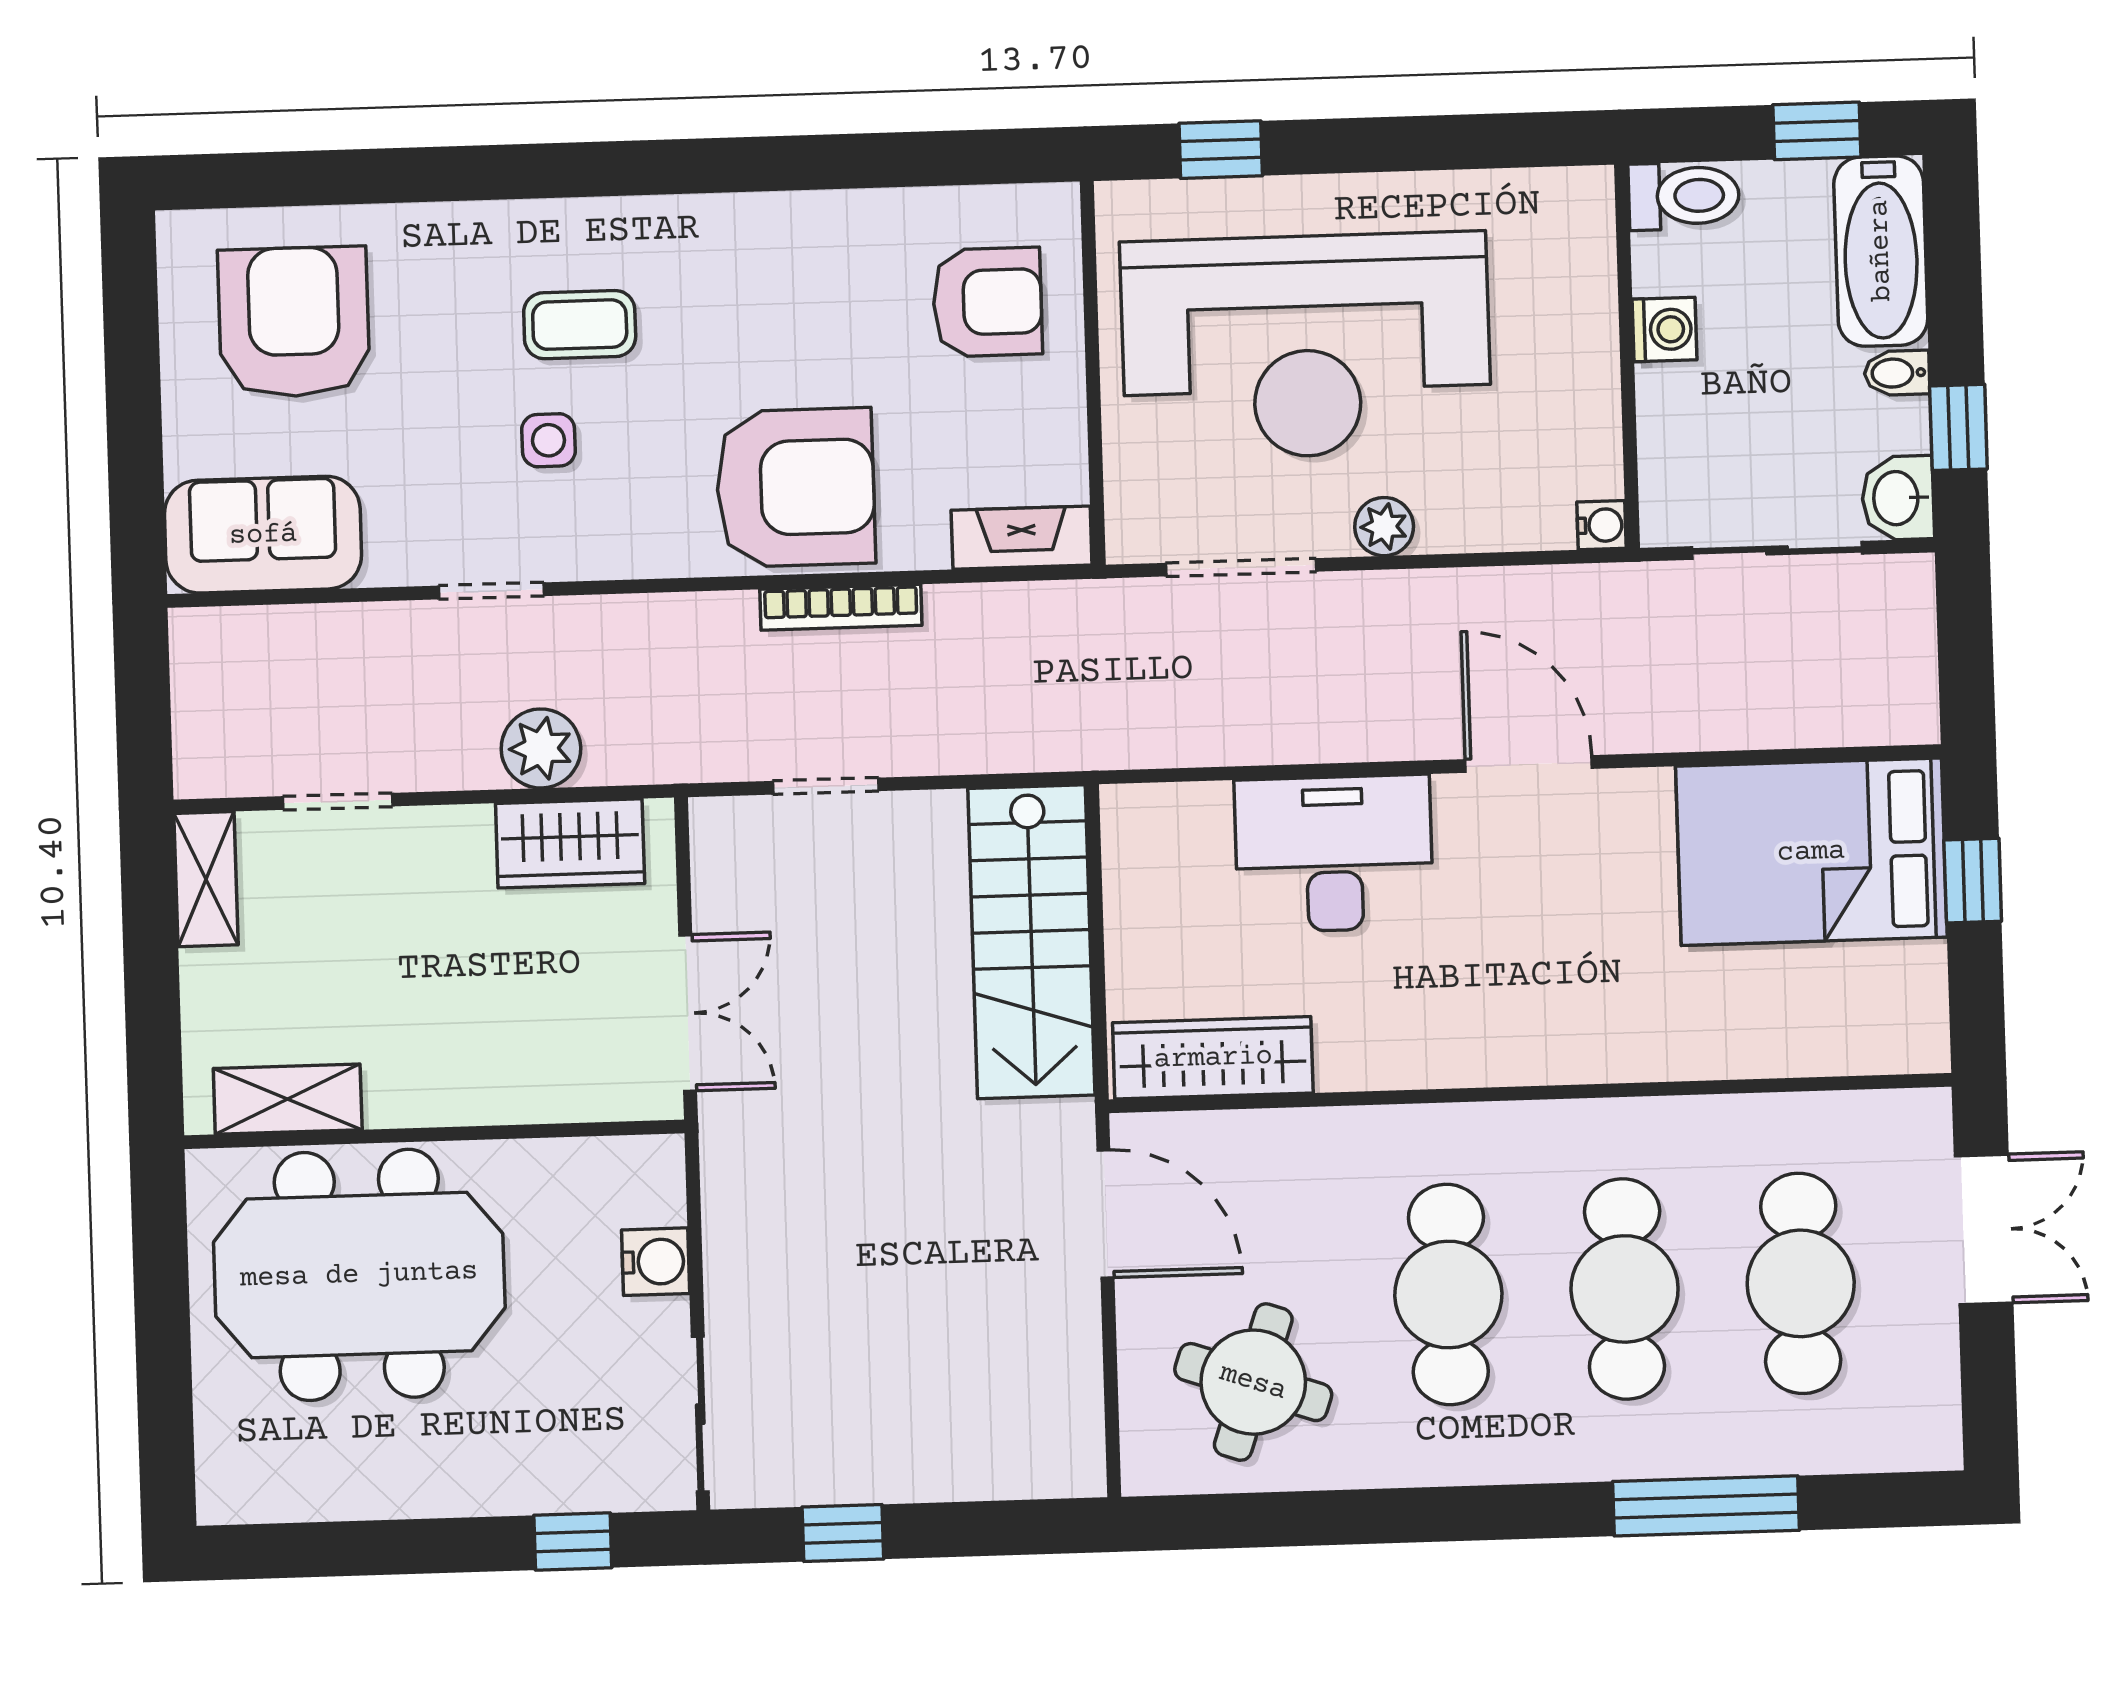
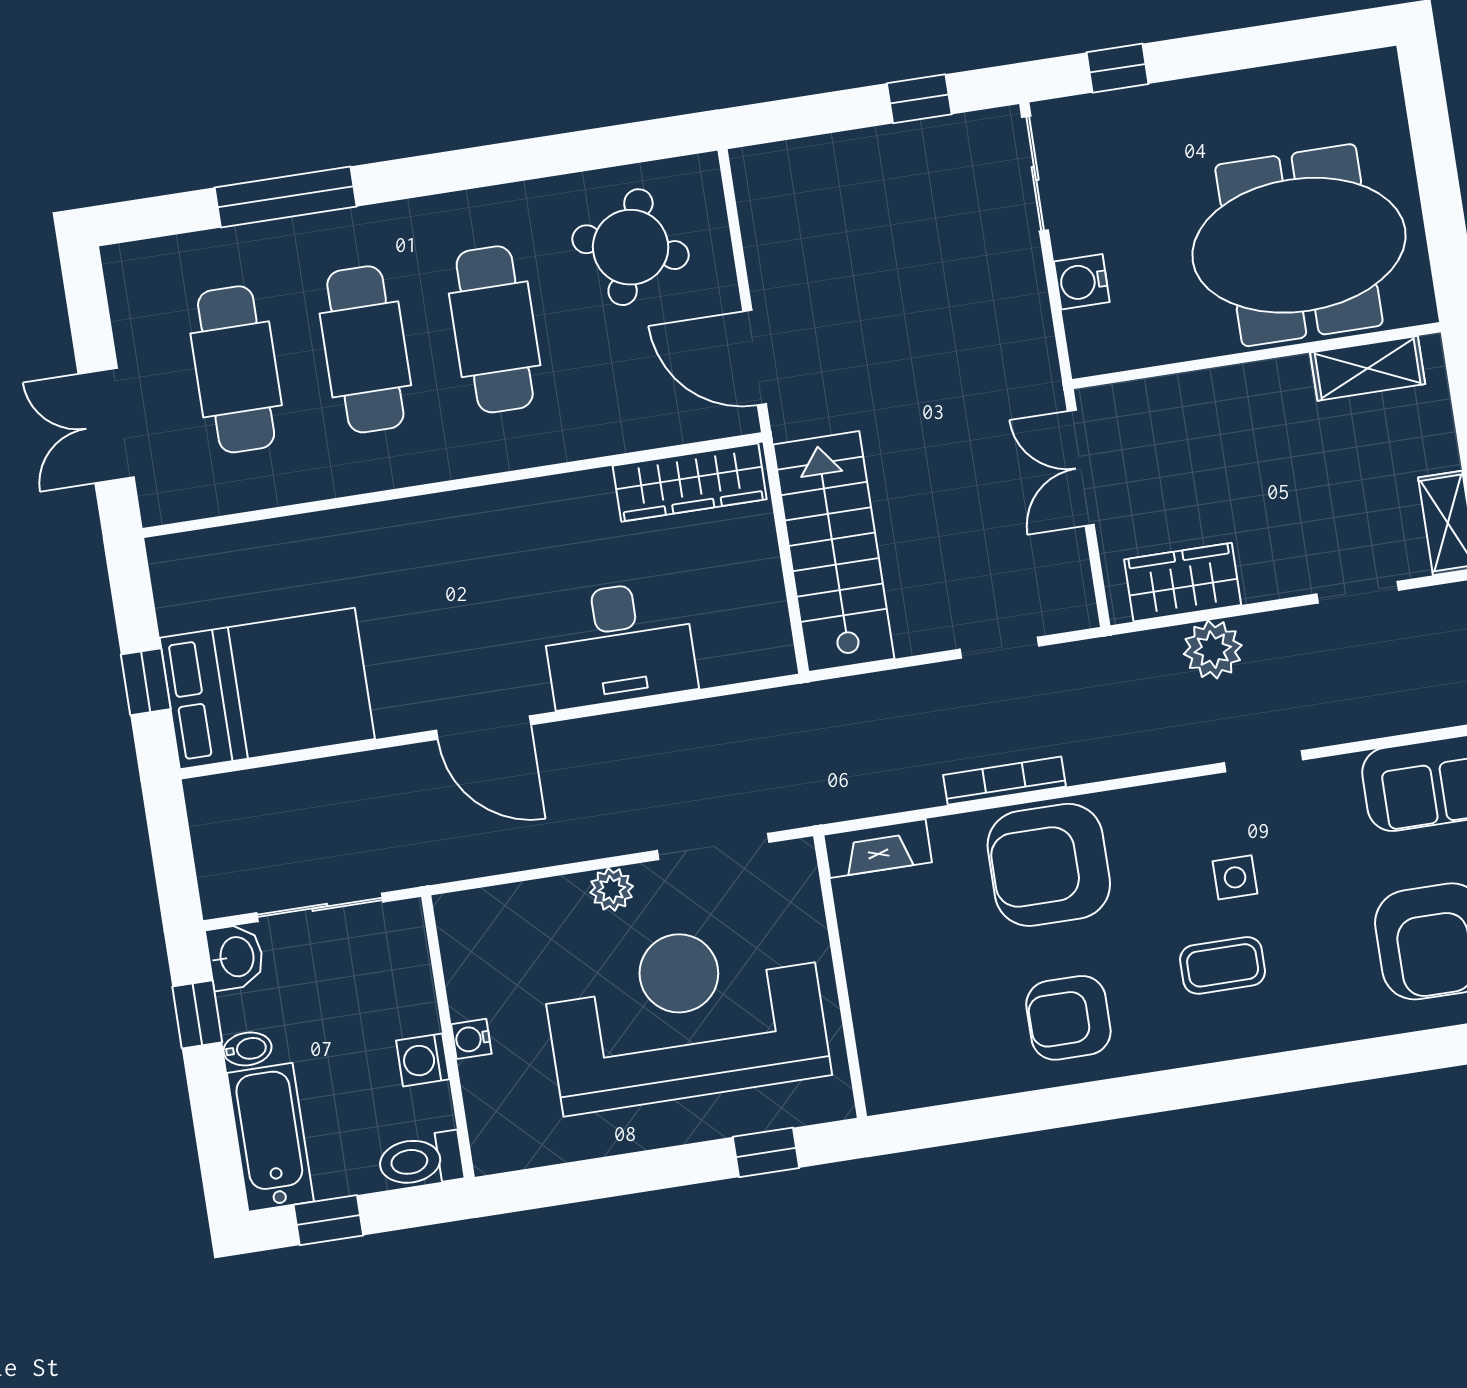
armchair: (987, 302) -> (1068, 1018), moved
water cooler: (1602, 525) -> (471, 1039), moved

